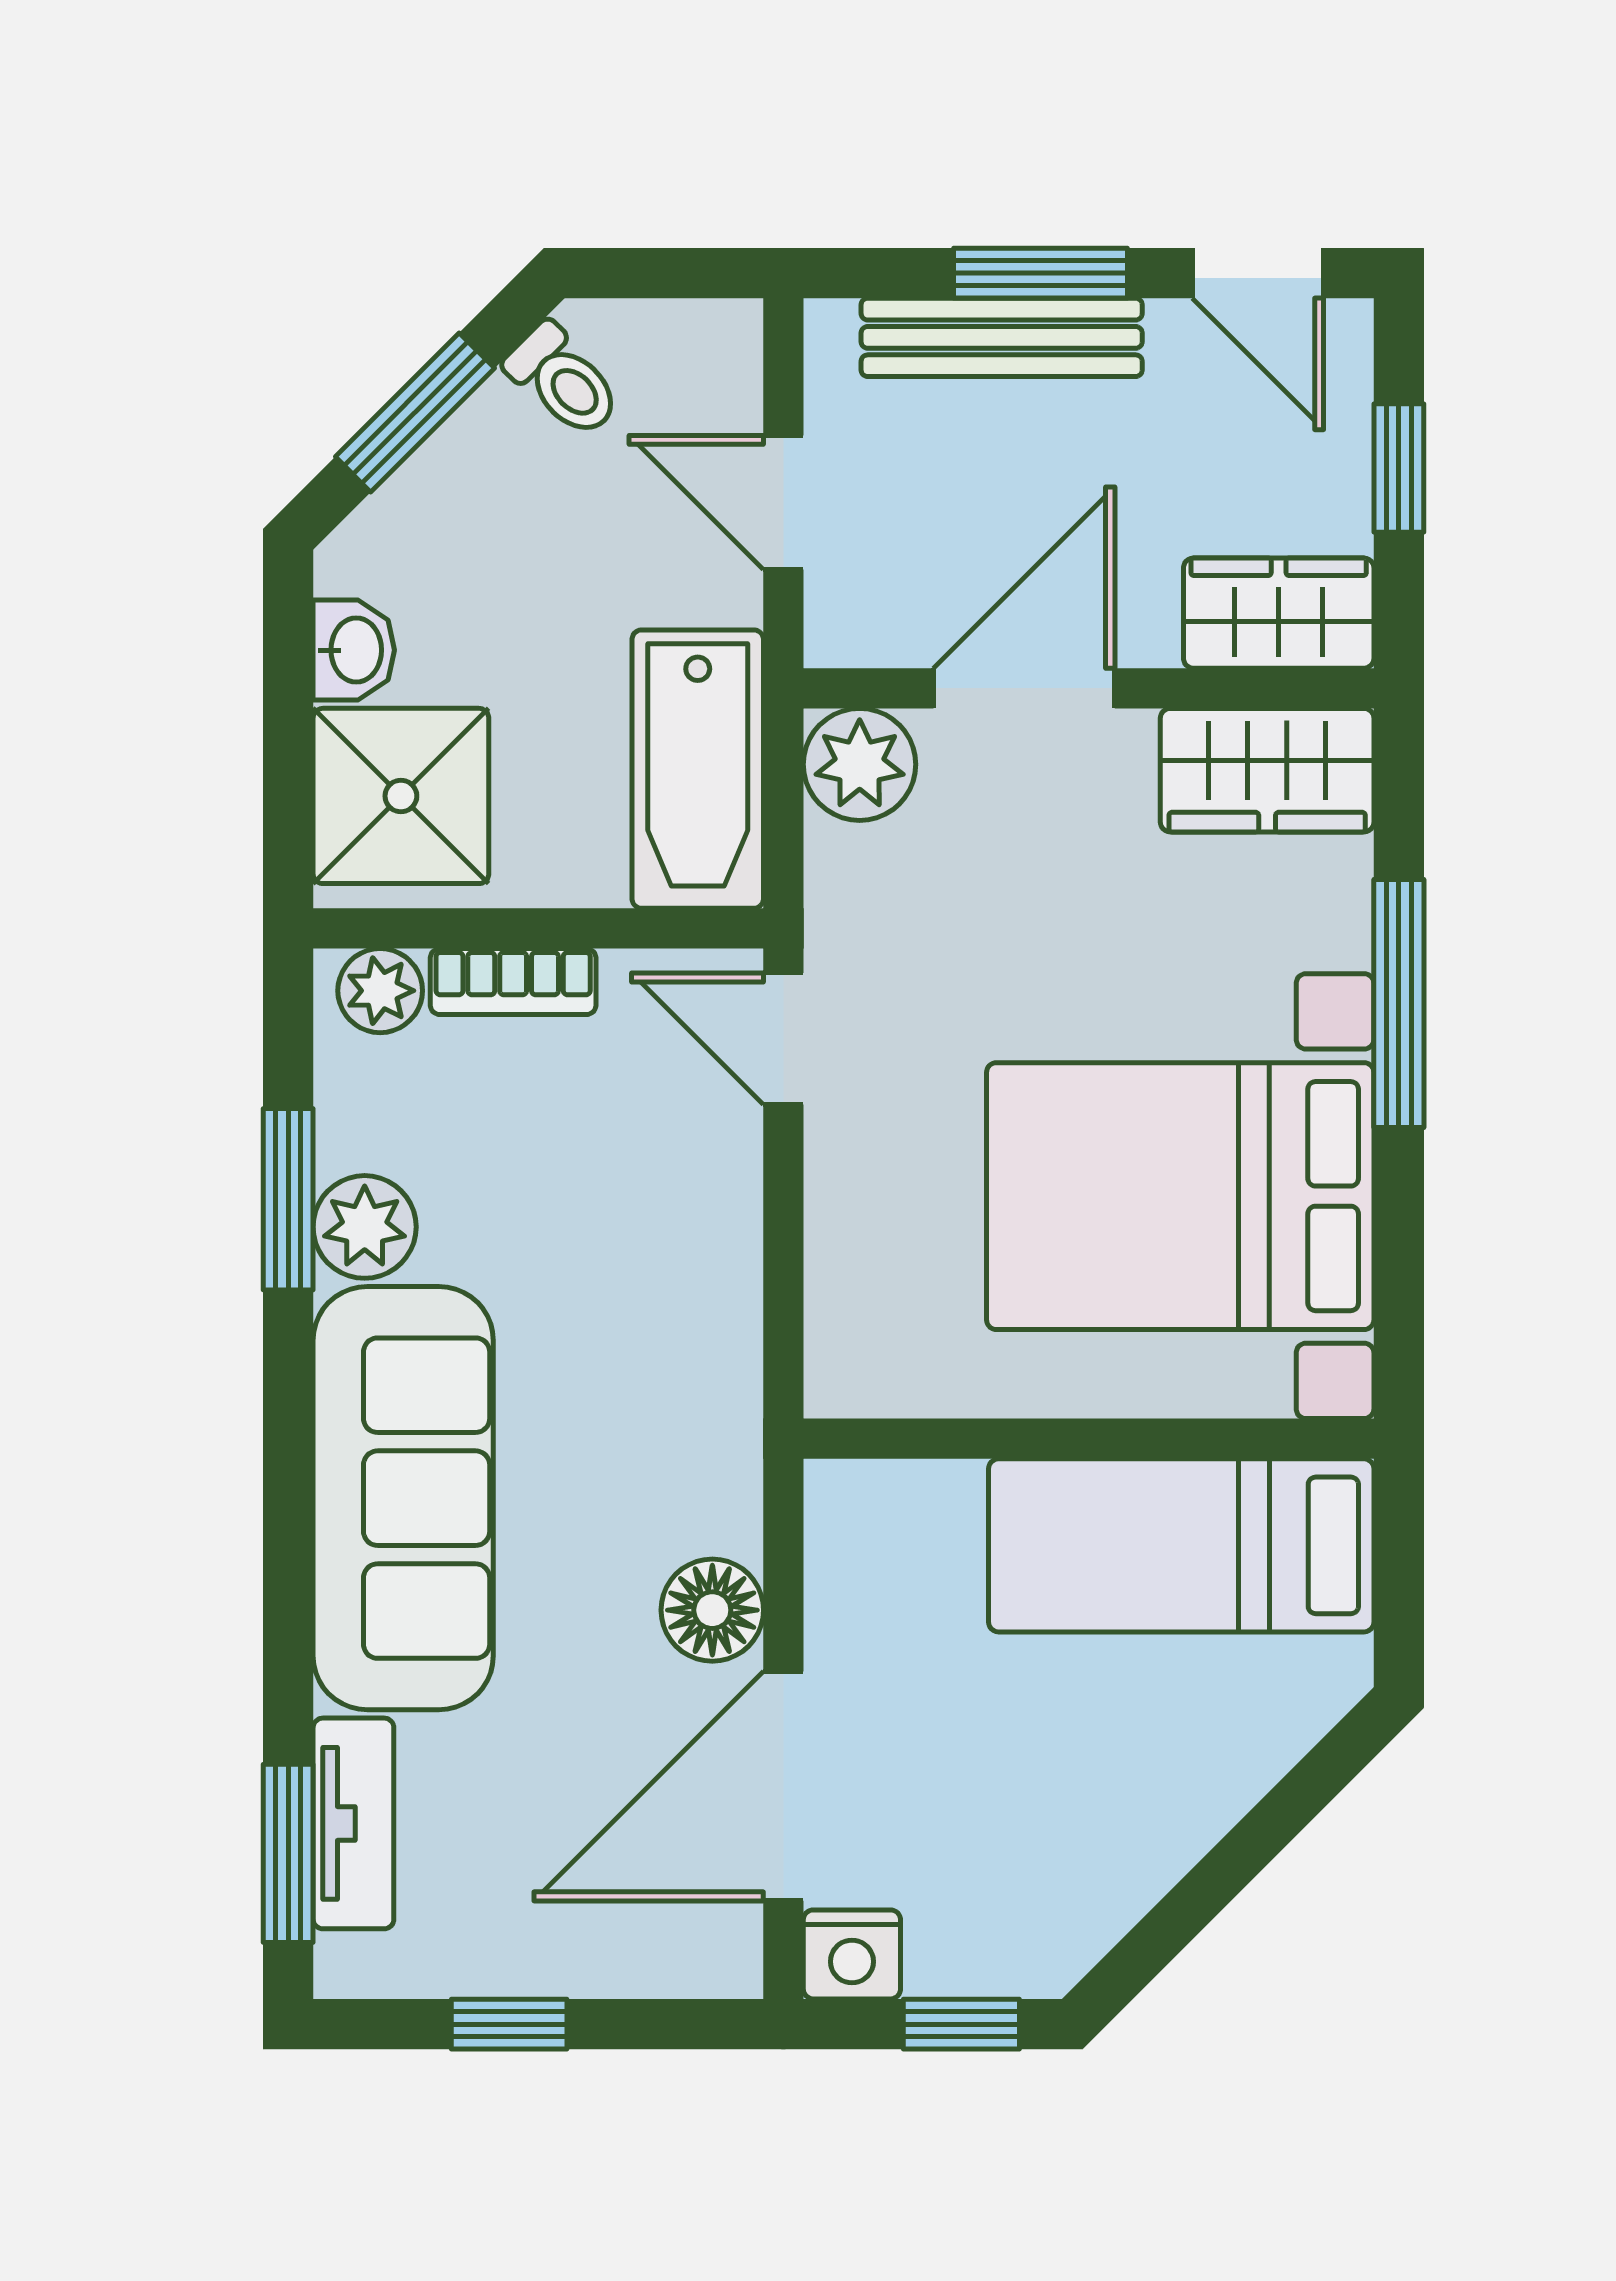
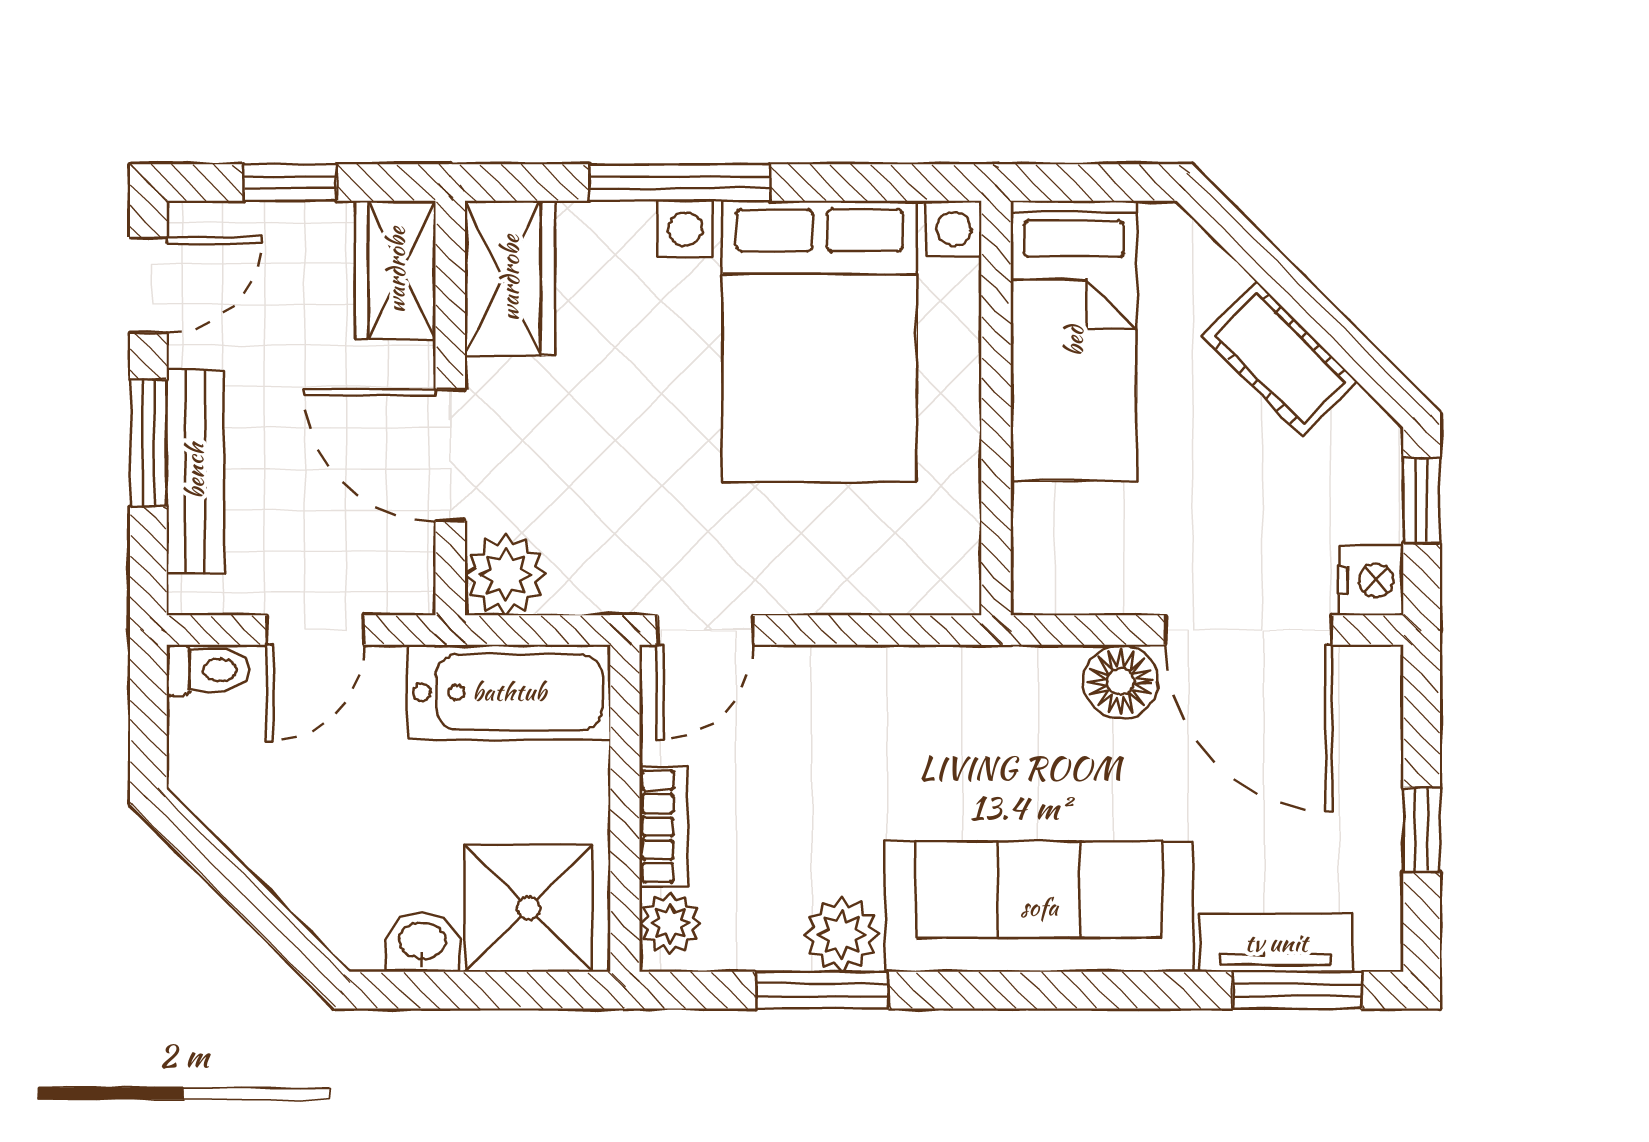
toilet: (563, 380) -> (208, 670), moved, turned 45
window: (415, 412) -> (250, 898), removed
cot: (1156, 1829) -> (1280, 359), added

